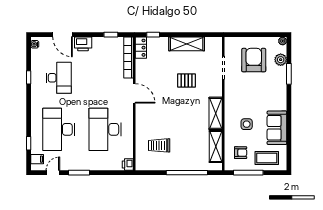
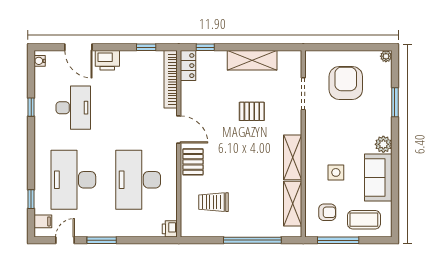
plant: (281, 60) -> (383, 144), moved
pallet: (144, 117) -> (193, 162), added

